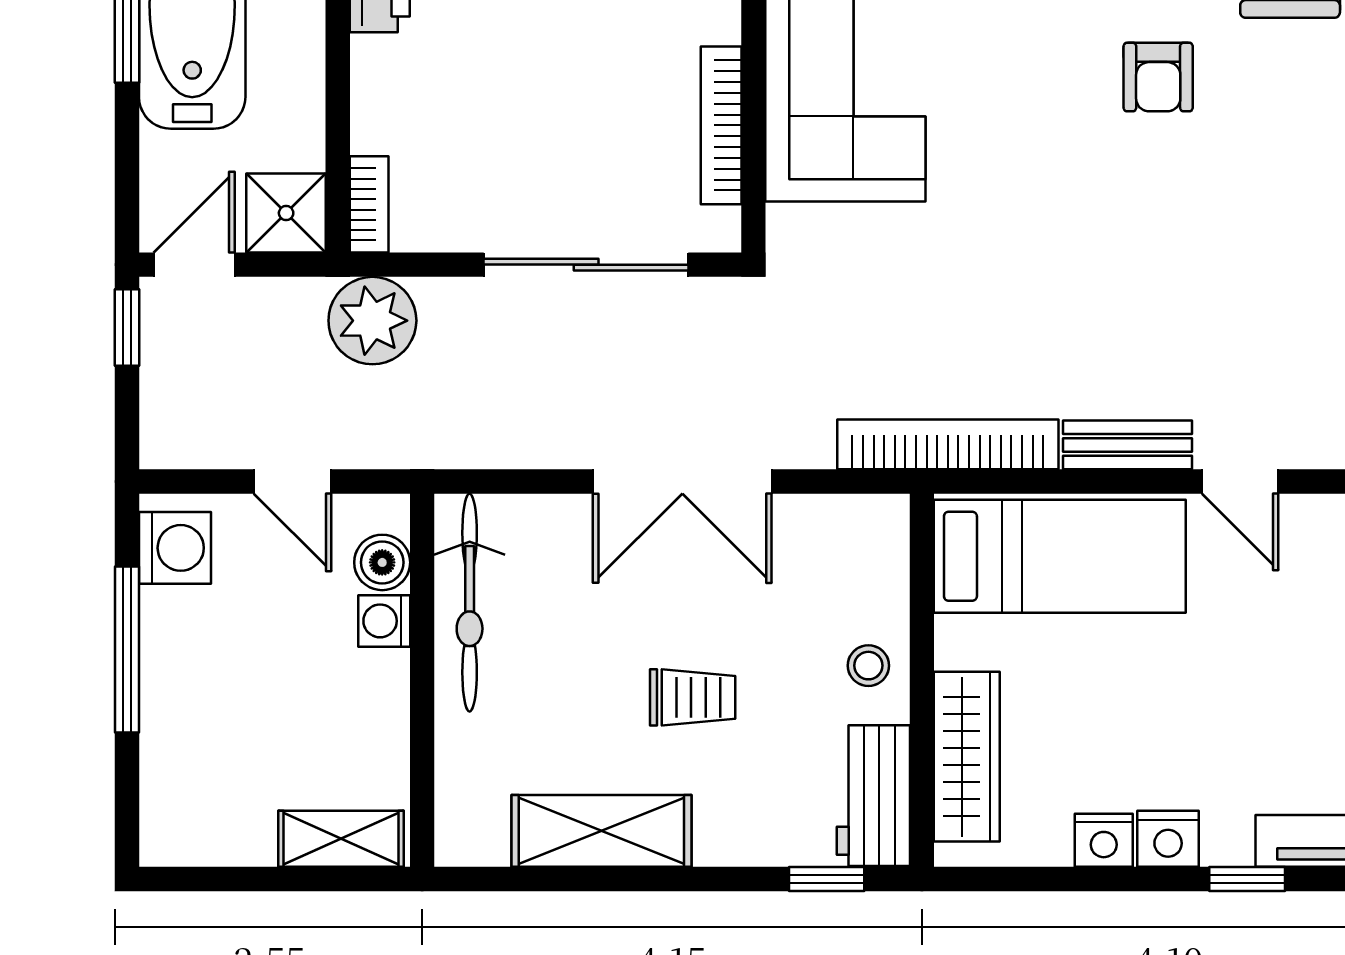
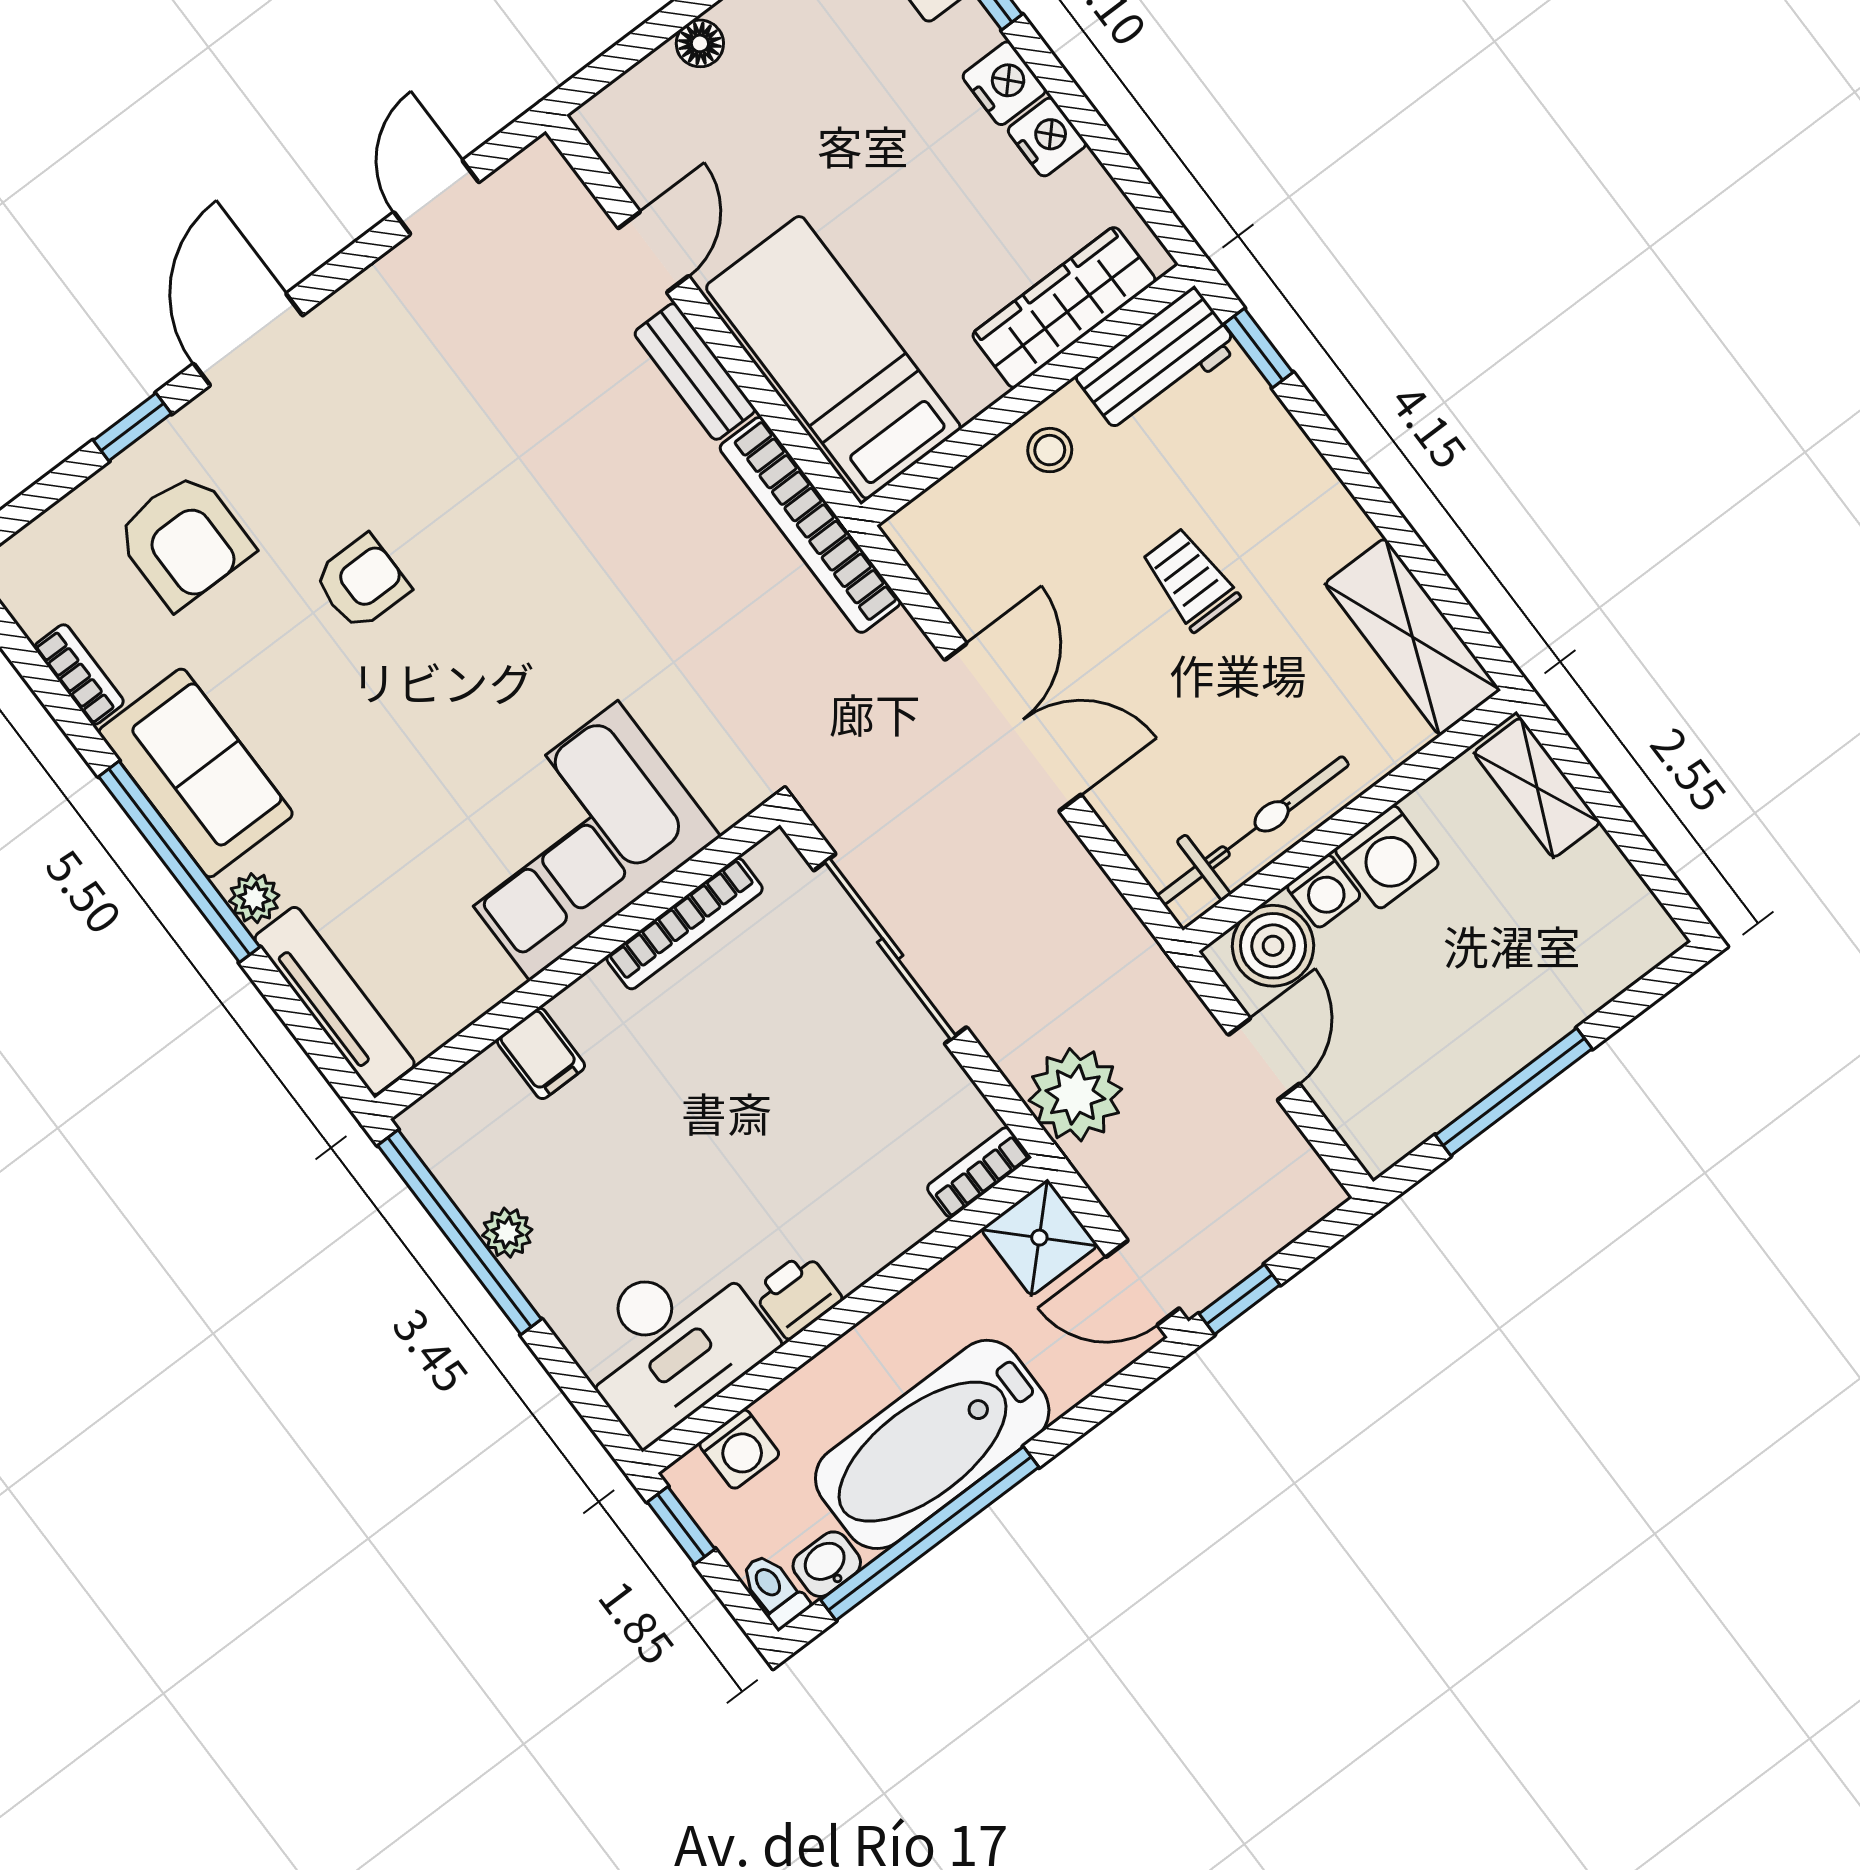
washing machine: (175, 548) -> (1387, 857), moved, turned 180
boiler: (382, 562) -> (1273, 946), width x1.36, depth x1.36
shelving: (601, 831) -> (1412, 637), moved

